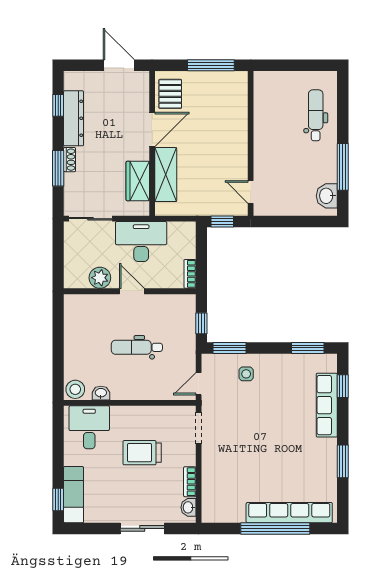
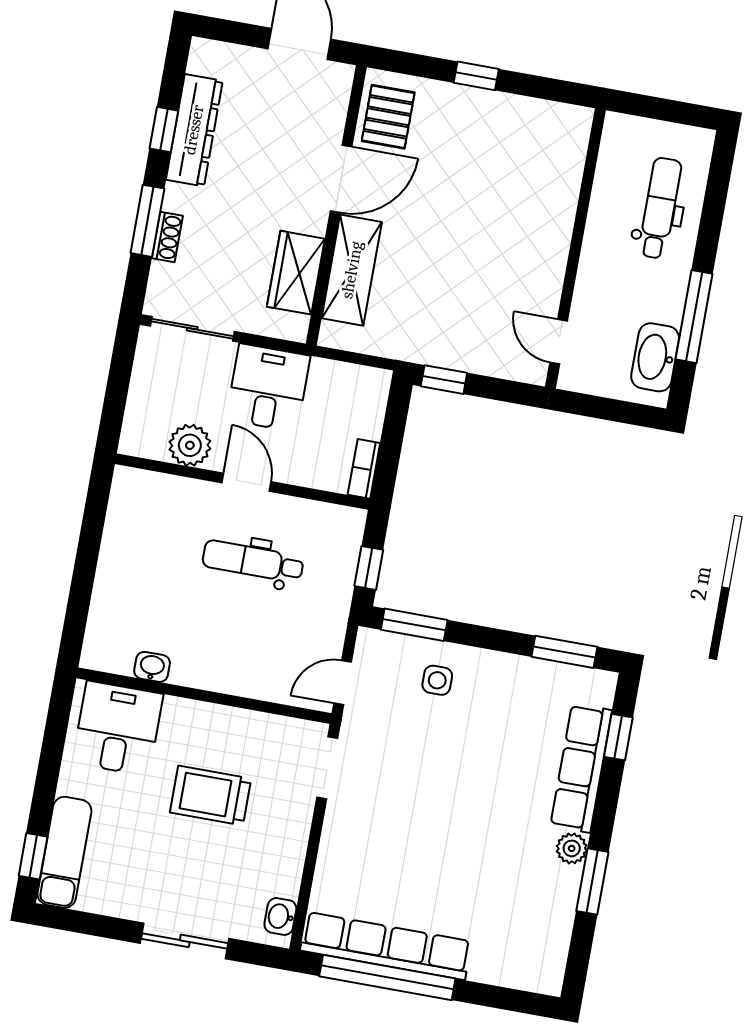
window: (211, 65) -> (476, 76), width x0.46
window: (58, 105) -> (164, 130), moved
wall: (251, 143) -> (575, 248), moved
shoe rack: (70, 160) -> (167, 237), moved
door: (251, 192) -> (559, 342), moved
washbasin: (327, 196) -> (655, 357), width x1.38
desk: (141, 242) -> (268, 388), width x0.73
dental chair: (137, 347) -> (253, 561), moved
stool: (75, 389) -> (104, 651), removed
plant: (329, 447) -> (572, 848), added
bookcase: (190, 482) -> (292, 868), removed
row of seats: (289, 513) -> (386, 946), moved
window: (275, 528) -> (387, 977), moved

